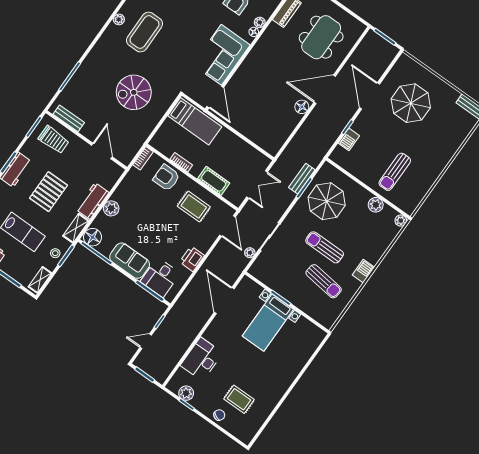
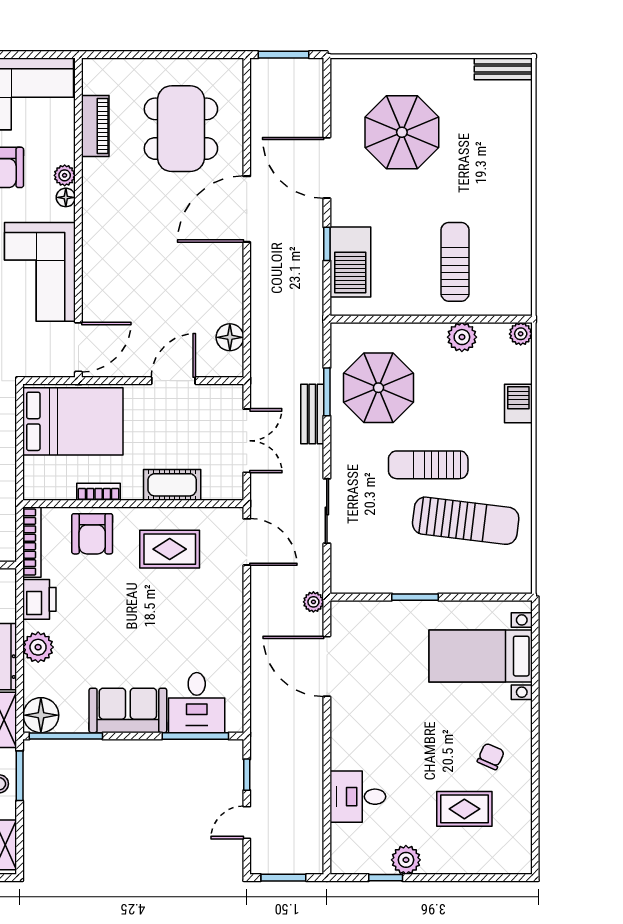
door: (215, 97) -> (78, 347), hinge flipped
floor lamp: (302, 107) -> (230, 337), moved
bed: (195, 121) -> (73, 421), width x1.50
door: (244, 138) -> (173, 381), added
barbecue: (349, 139) -> (350, 262), width x1.88, depth x1.53
bookcase: (143, 158) -> (32, 542), width x1.56
sun lounger: (395, 172) -> (455, 262), turned 180
armchair: (166, 178) -> (92, 534), turned -90
bench: (302, 179) -> (312, 414), moved
plant: (250, 253) -> (313, 602), moved
printer: (192, 259) -> (39, 599), moved, turned 180
barbecue: (363, 271) -> (518, 404), moved
sun lounger: (324, 281) -> (466, 521), width x1.36, depth x1.34
bed with nightstands: (268, 323) -> (481, 656), moved, turned 90
desk: (202, 359) -> (358, 797), width x0.73
plant: (186, 393) -> (406, 860), moved
chair: (219, 415) -> (491, 756), moved

